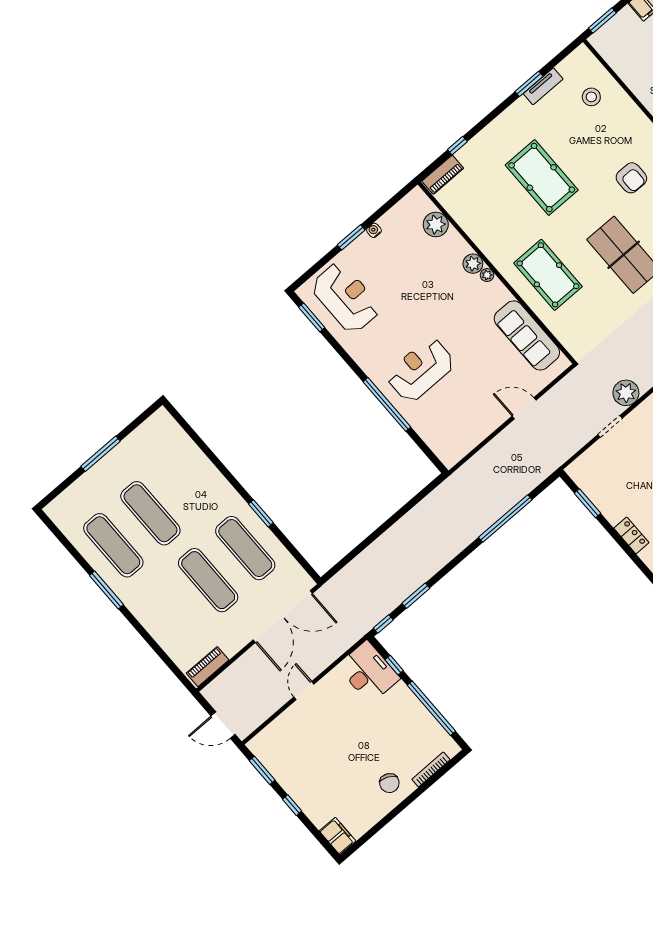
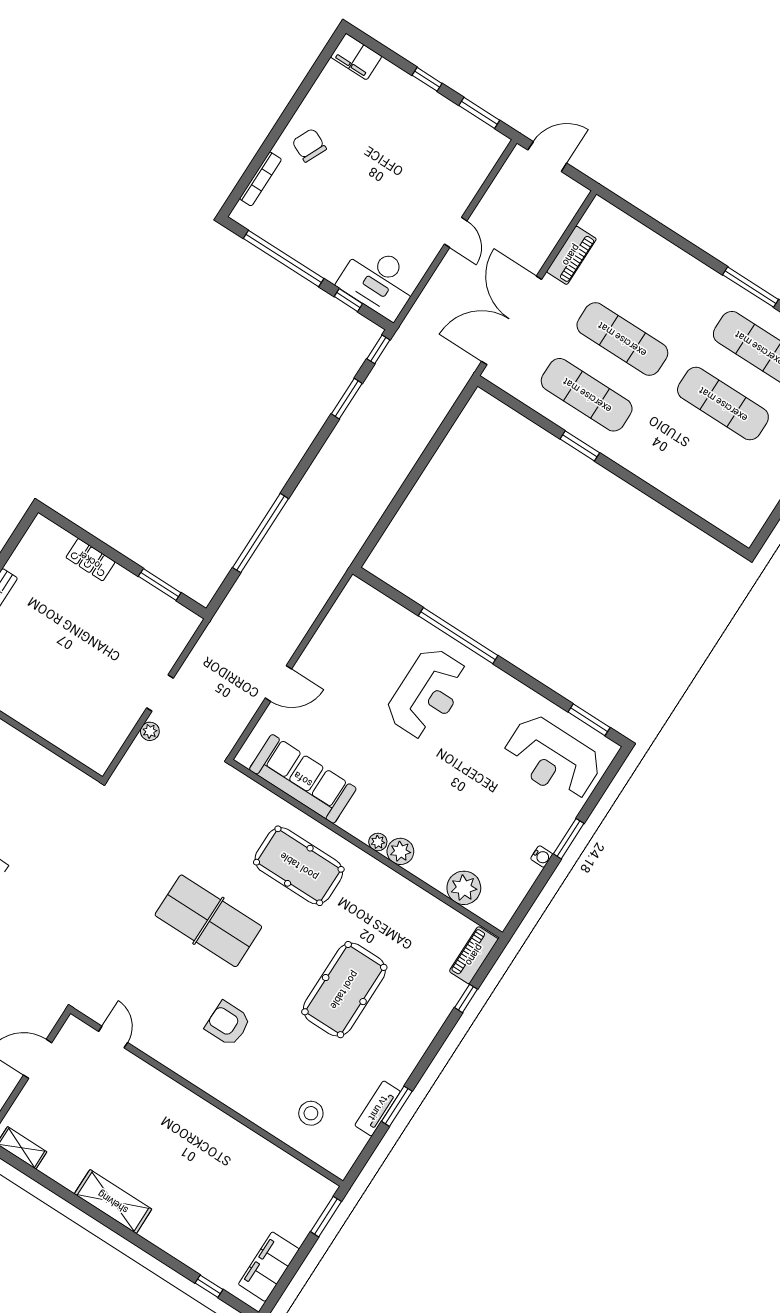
pool table: (542, 177) -> (344, 990), turned 90
plant: (626, 393) -> (150, 731), width x0.53, depth x0.53
piano: (208, 667) -> (571, 255), moved

